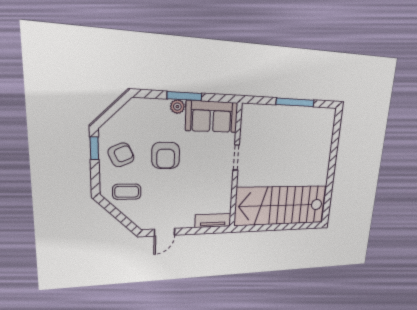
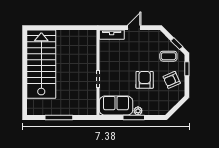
window: (94, 148) -> (187, 69), moved
stairs: (281, 205) -> (41, 64), moved, turned -90
window: (113, 211) -> (177, 44), added
door: (165, 232) -> (134, 28), moved

